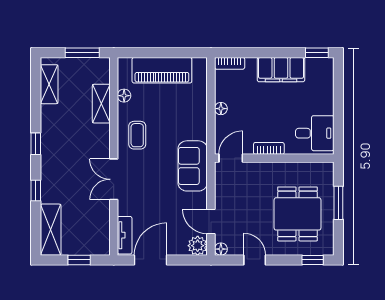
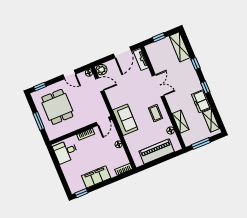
freezer: (52, 124) -> (201, 101), added
sofa: (193, 166) -> (125, 120), moved

